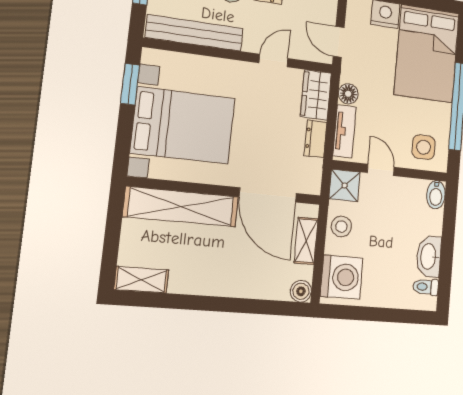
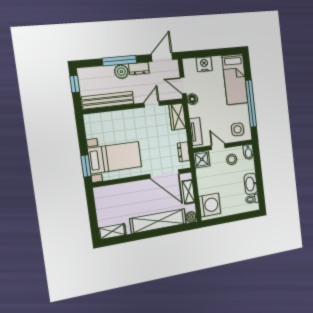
bed: (427, 54) -> (235, 79), width x0.67
window: (130, 84) -> (86, 166), moved
floor lamp: (348, 94) -> (192, 99), moved
bed with nightstands: (183, 125) -> (115, 158), width x0.73
dresser: (316, 139) -> (184, 152), moved
shelving: (181, 207) -> (158, 221), moved
stool: (341, 227) -> (232, 159), moved

